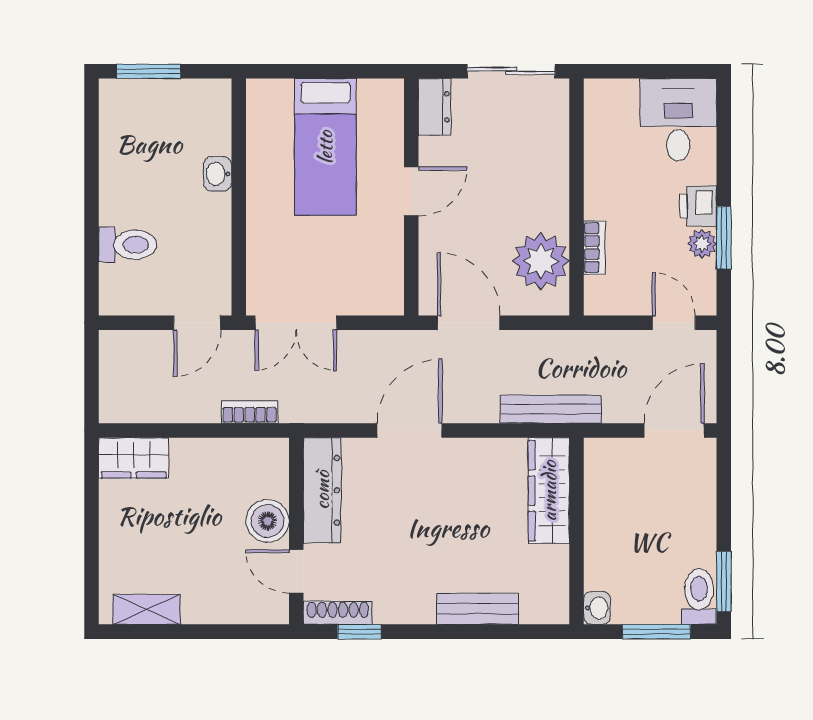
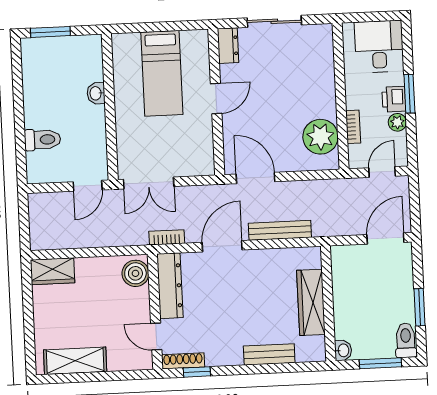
wall: (577, 197) -> (341, 96), moved
window: (724, 238) -> (409, 94), moved
bookcase: (594, 248) -> (353, 127), moved
plant: (541, 261) -> (320, 137), moved
door: (674, 323) -> (382, 172), hinge flipped
bench: (551, 409) -> (280, 230), moved
bookcase: (250, 412) -> (167, 237), moved
wardrobe: (549, 491) -> (311, 302), moved
boiler: (268, 521) -> (135, 273), moved
window: (724, 581) -> (419, 307), moved
shelving: (147, 609) -> (75, 361), width x1.50, depth x1.33

